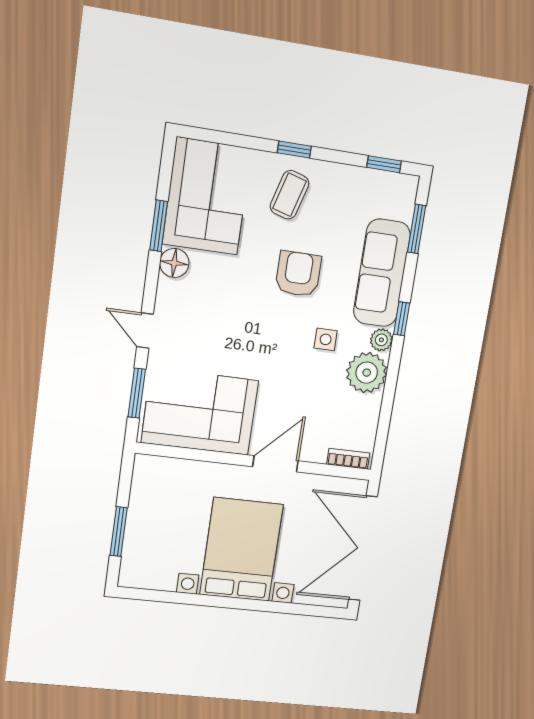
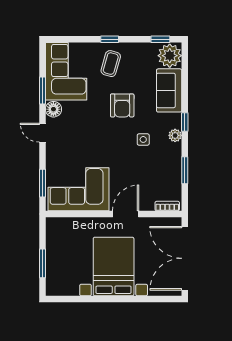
window: (417, 229) -> (185, 170), moved
sofa: (382, 273) -> (169, 90), width x0.73
armchair: (298, 274) -> (122, 105), turned 180
door: (145, 331) -> (42, 133), moved
plant: (367, 373) -> (170, 56), moved

